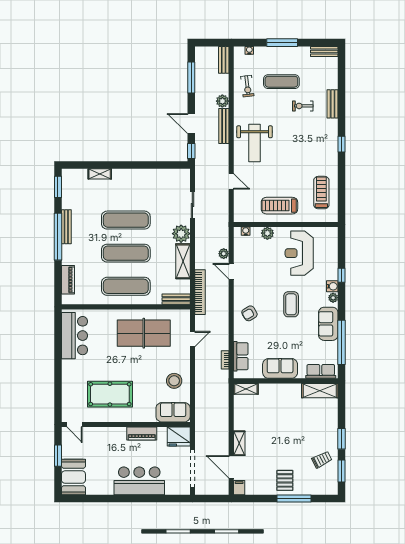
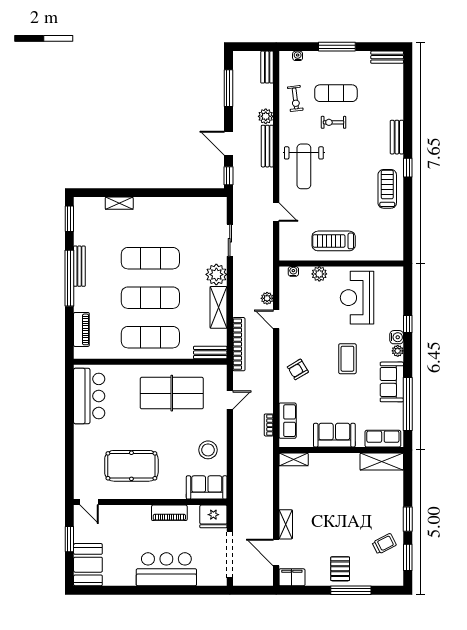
bench: (333, 104) -> (397, 137), moved
exercise bike: (303, 106) -> (334, 122), moved
treadmill: (321, 193) -> (387, 189), moved
filing cabinet: (239, 488) -> (292, 577), width x2.00

